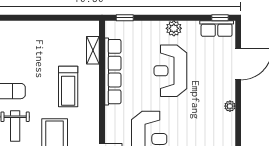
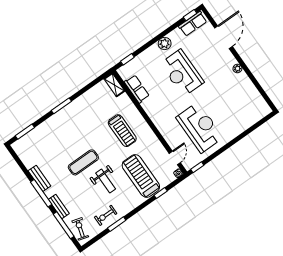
window: (24, 18) -> (61, 106), added
shelving: (93, 50) -> (114, 85), moved
row of seats: (113, 72) -> (137, 89), width x0.50

